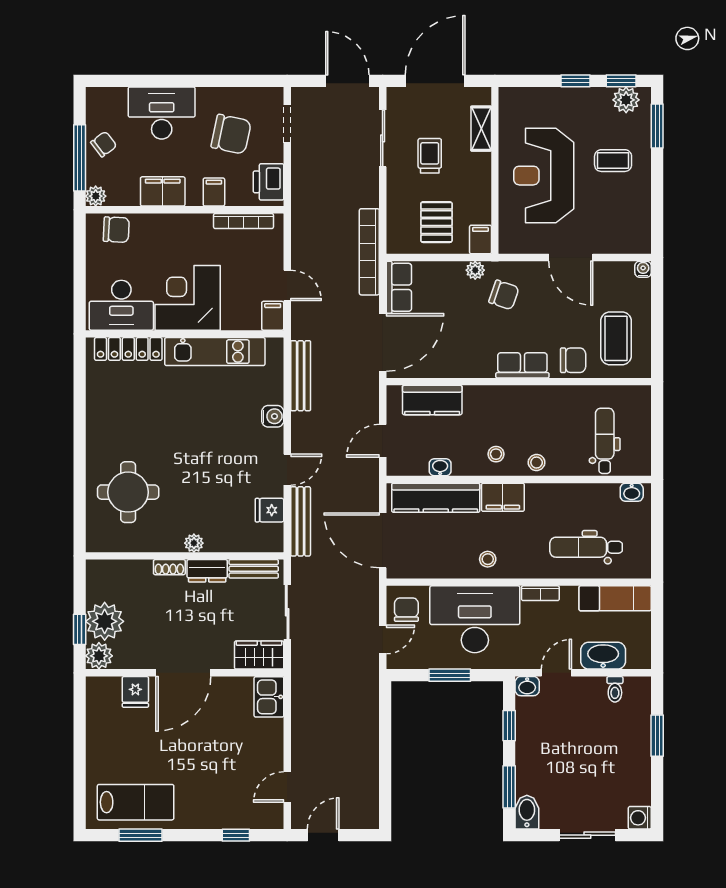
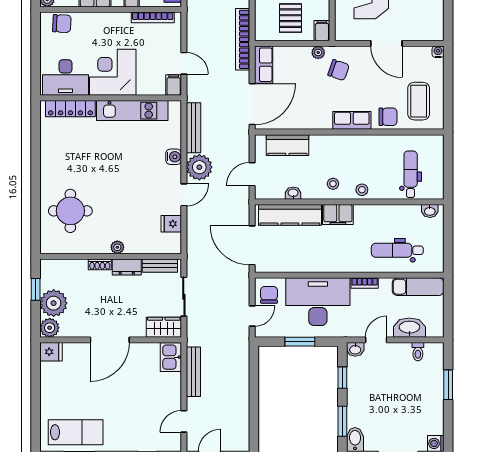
plant: (309, 431) -> (199, 167), added
bench: (301, 521) -> (193, 372), moved
stool: (488, 559) -> (327, 259), removed
window: (80, 629) -> (36, 289), moved
fridge: (135, 692) -> (51, 352), moved, turned -90

